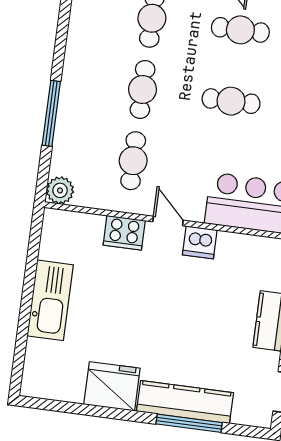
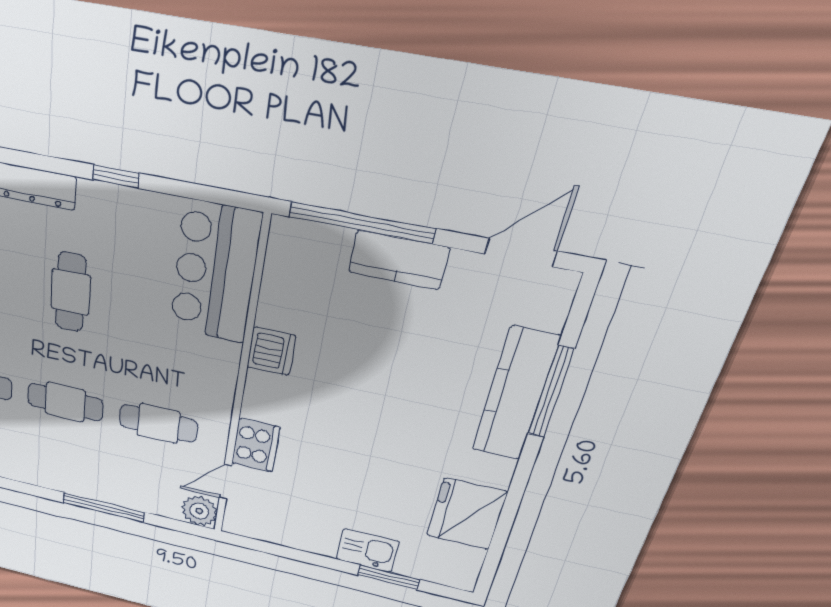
door: (168, 221) -> (225, 482), moved
kitchen sink: (50, 300) -> (368, 550), width x0.53, depth x0.81
window: (22, 335) -> (389, 577), added
fridge: (112, 386) -> (467, 514), moved

